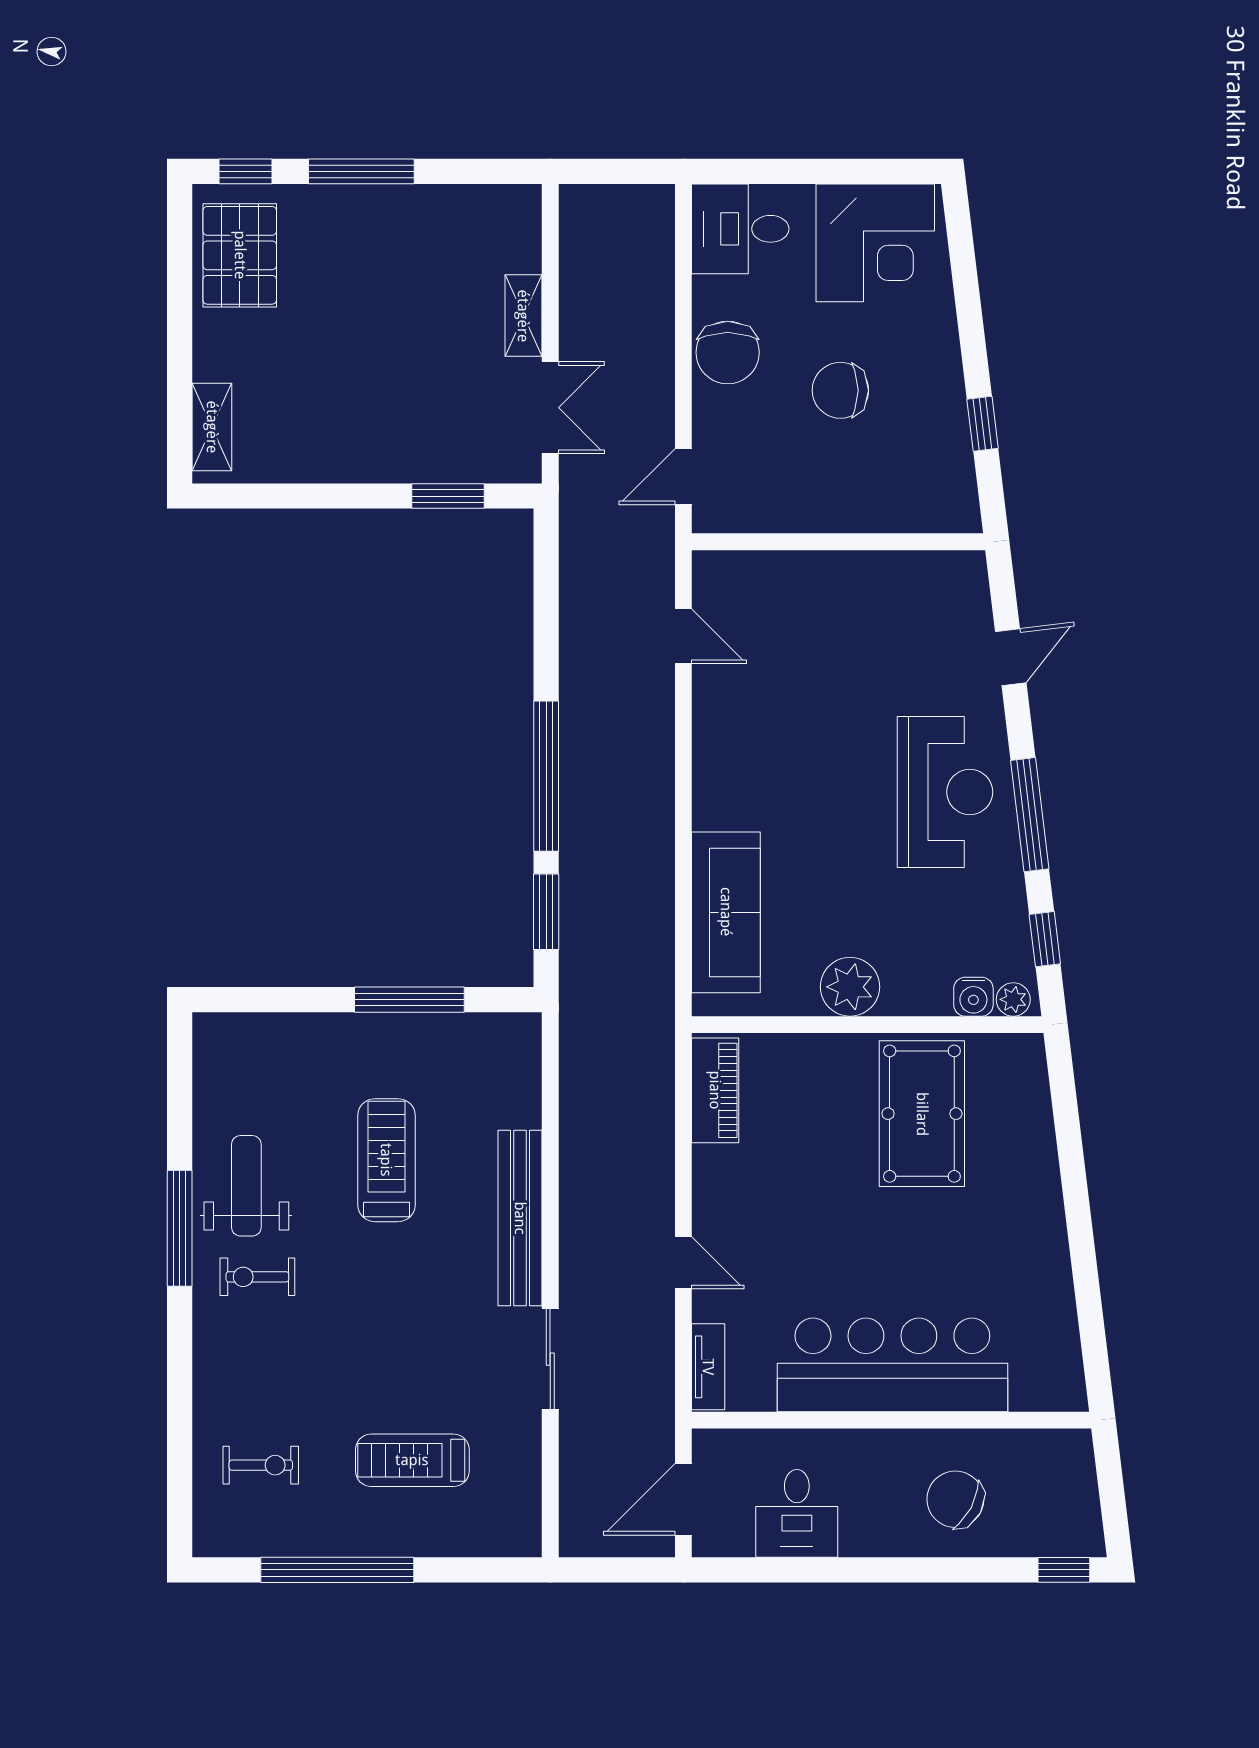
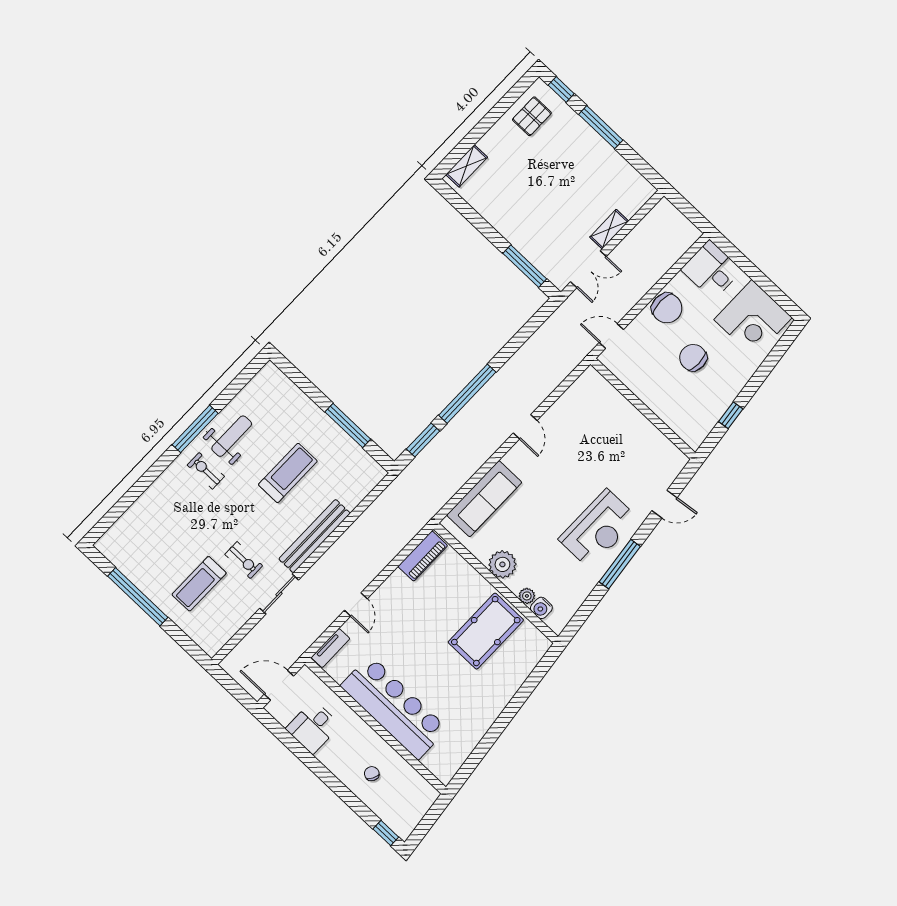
pallet: (240, 255) -> (532, 116), width x0.67, depth x0.71
chair: (728, 352) -> (667, 308), turned -90
window: (448, 496) -> (525, 266), width x1.44
door: (683, 636) -> (525, 427), moved
window: (1045, 939) -> (584, 611), removed
plant: (1013, 999) -> (527, 596), moved
treadmill: (412, 1460) -> (199, 584), turned -90
exercise bike: (261, 1465) -> (244, 560), moved
chair: (955, 1499) -> (372, 774), width x0.54, depth x0.54

